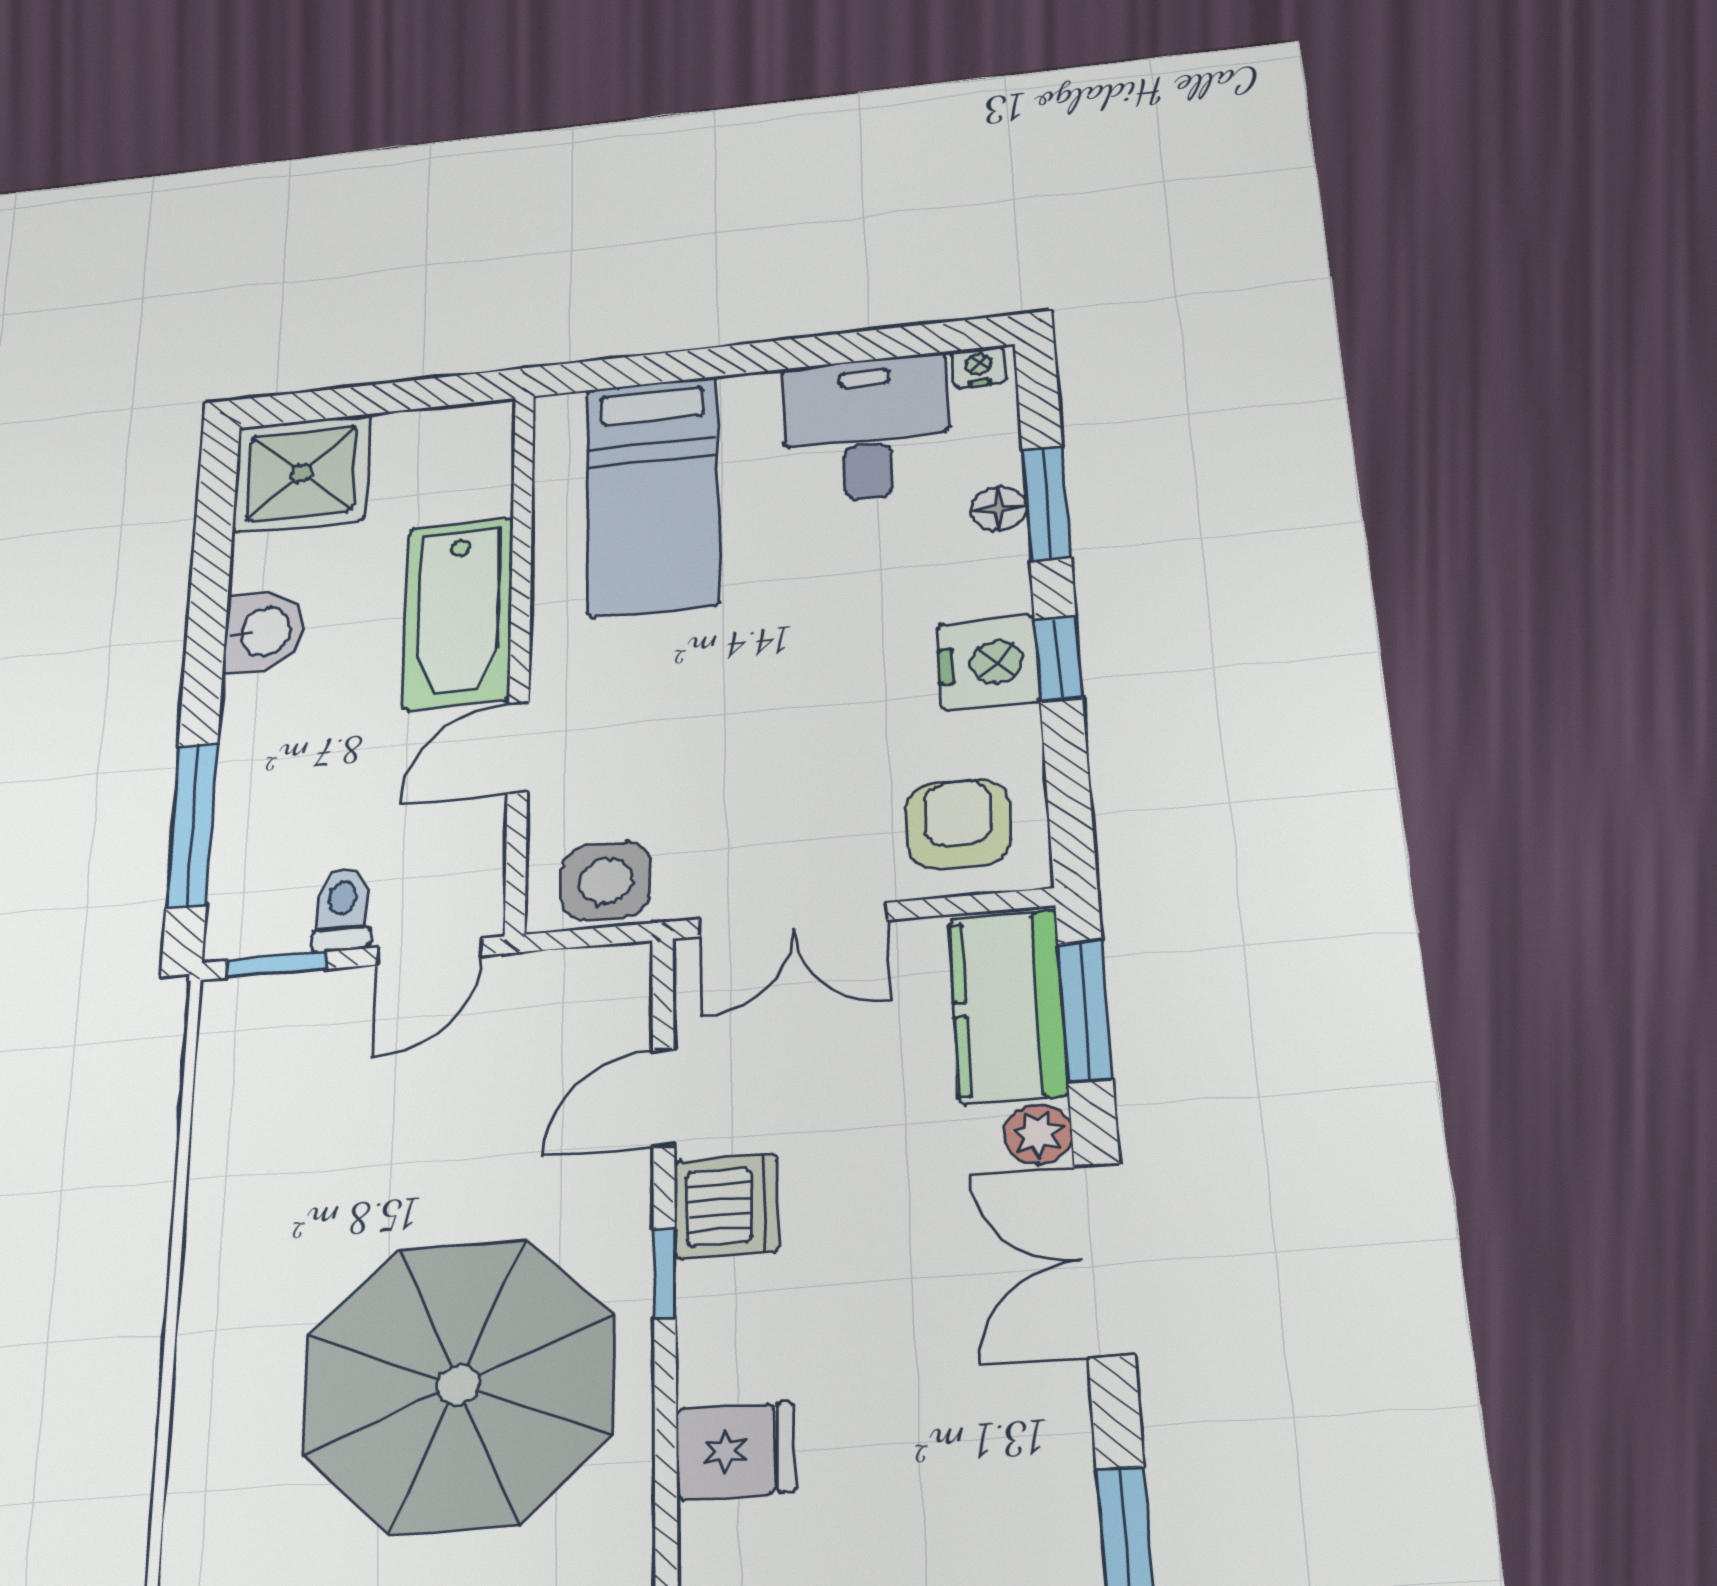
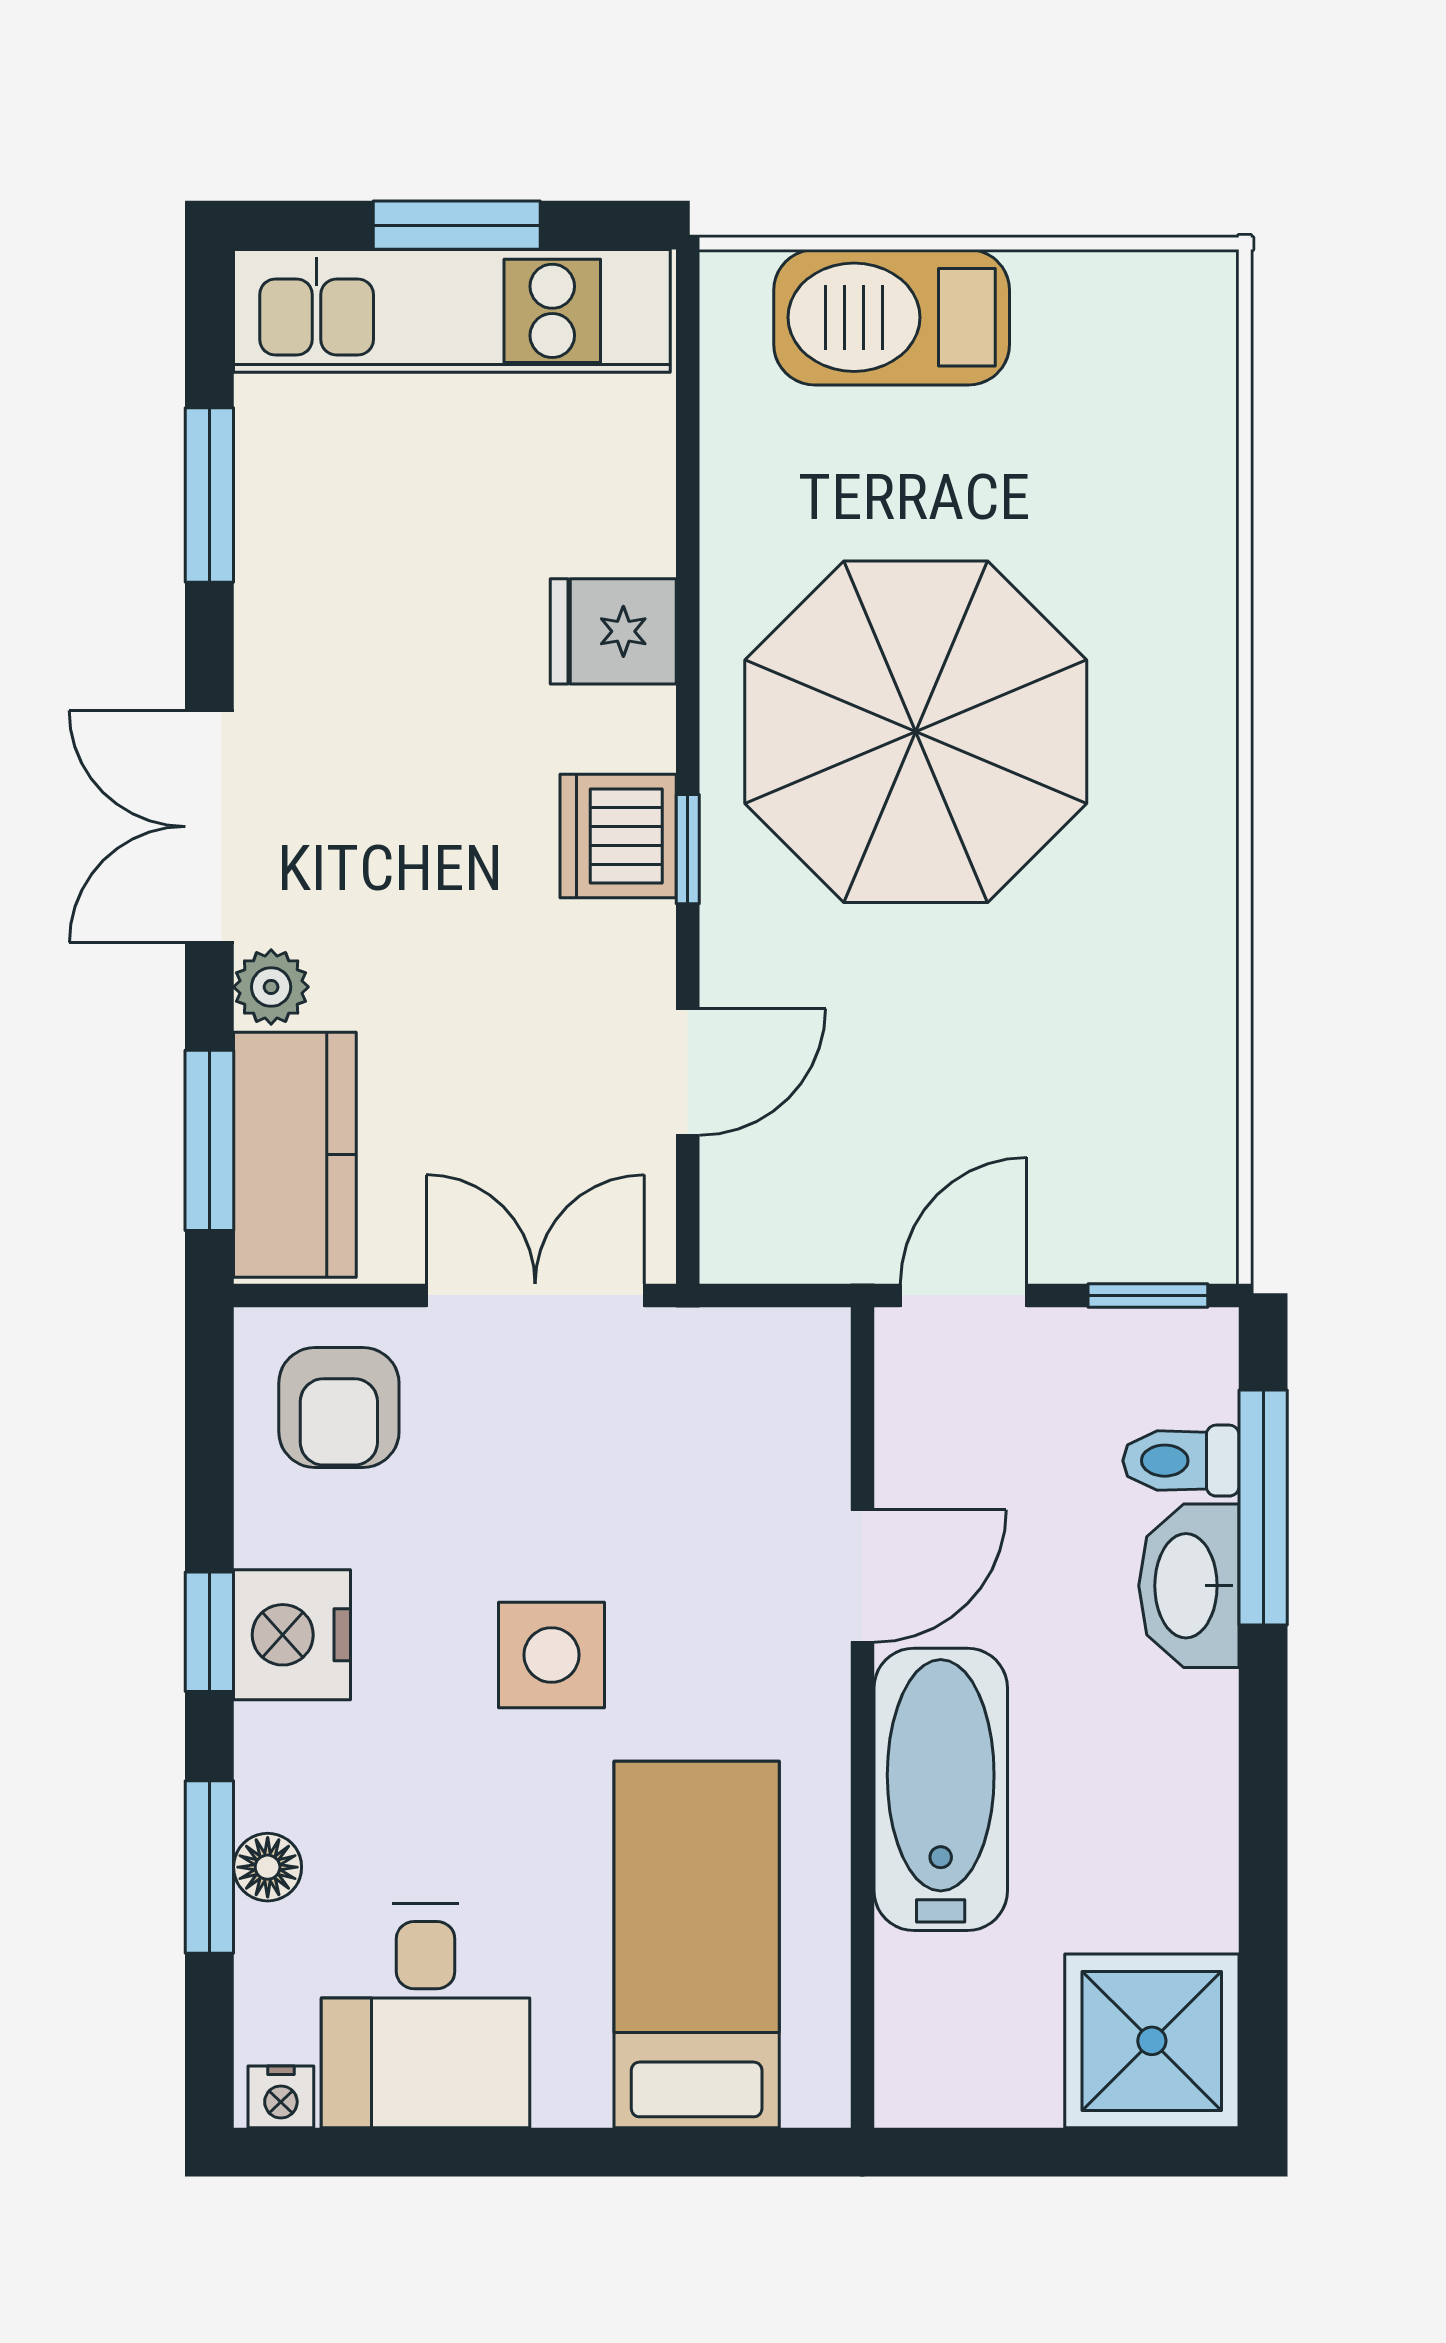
washbasin: (264, 632) -> (1189, 1586), moved, width x1.38
side table: (606, 881) -> (551, 1655), moved
toilet: (342, 910) -> (1181, 1461), moved, turned 90
dishwasher: (726, 1206) -> (618, 836), moved
double door: (1104, 1259) -> (209, 827), swing flipped

